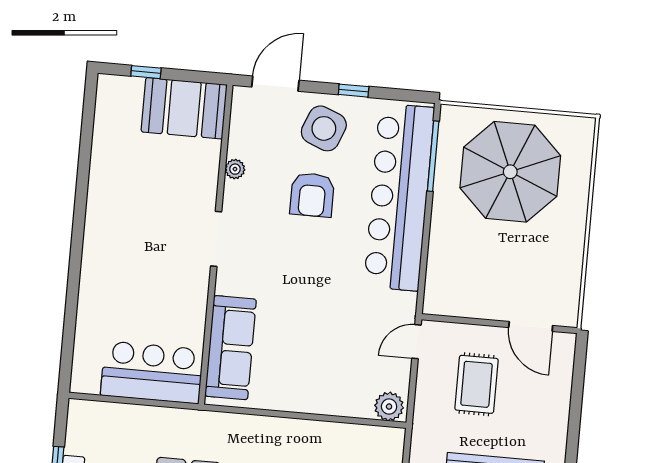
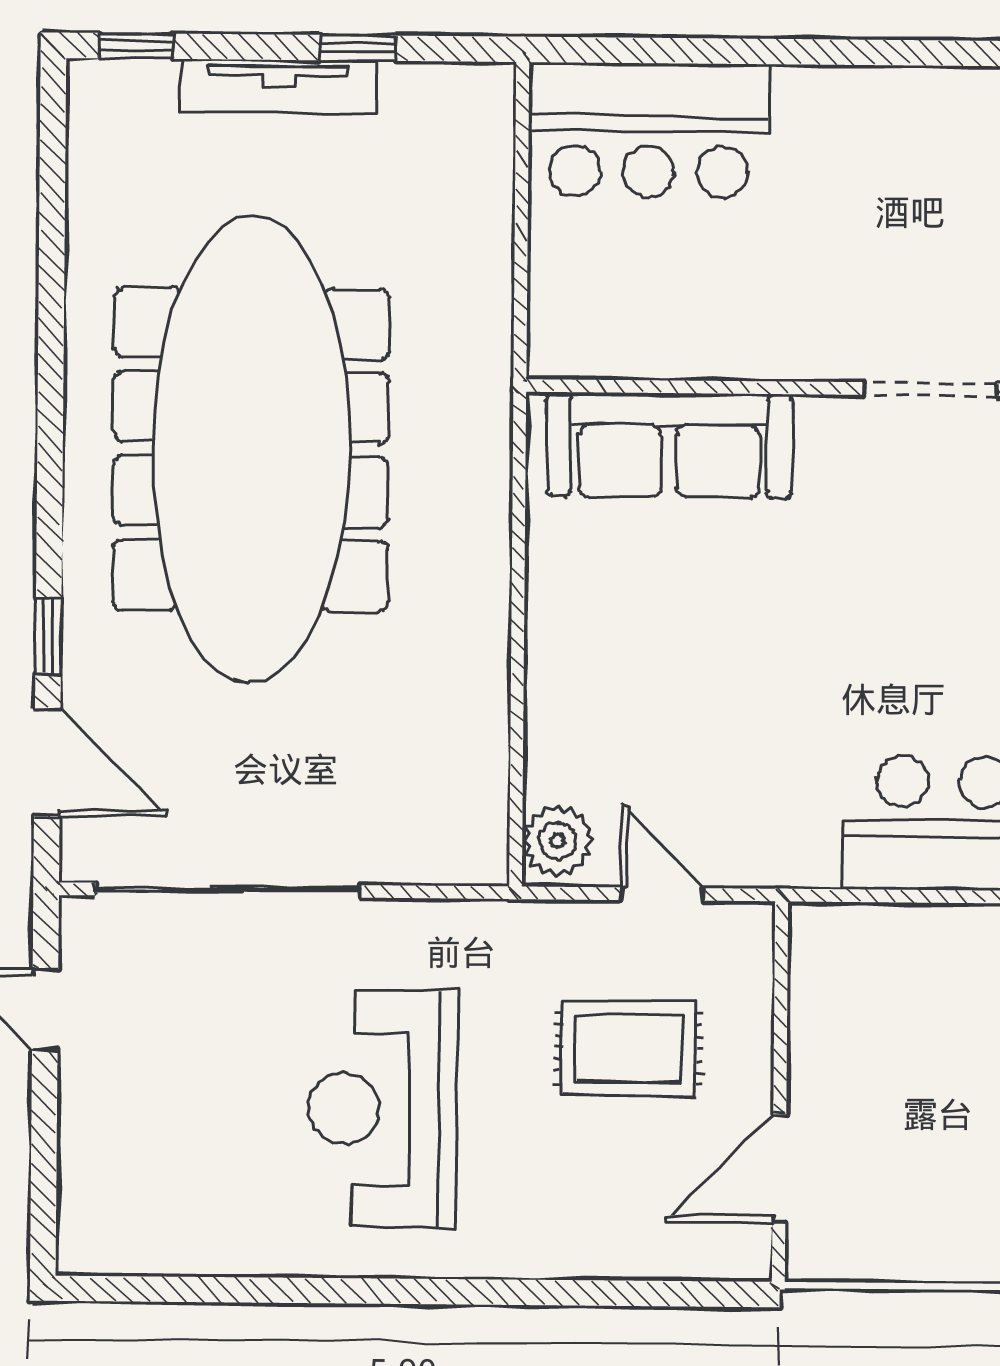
door: (417, 342) -> (663, 894), moved
bar counter: (152, 372) -> (649, 130), moved, turned 90

